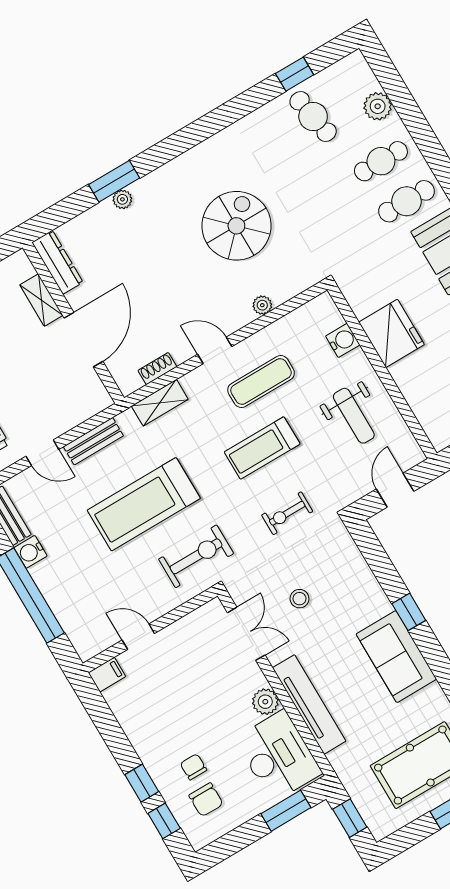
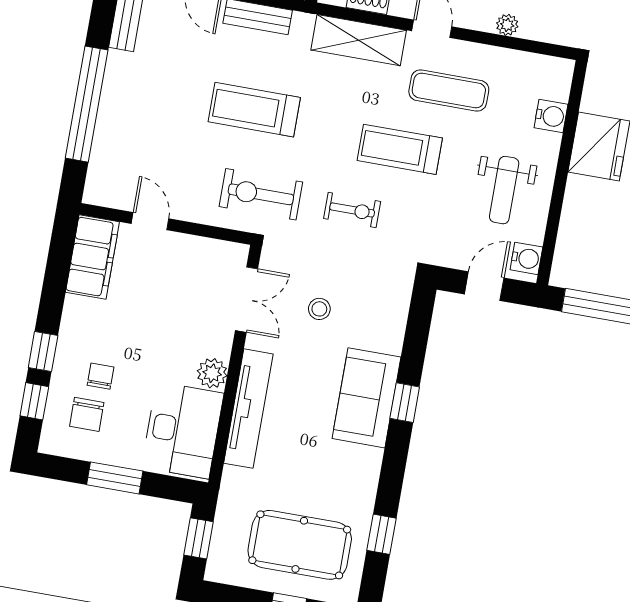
shelving: (160, 403) -> (359, 40), width x1.50, depth x1.33
treadmill: (144, 504) -> (254, 110), width x0.73, depth x0.73
exercise bike: (287, 513) -> (352, 210), moved, turned 180
water cooler: (30, 552) -> (526, 258), moved, turned 180
exercise bike: (196, 556) -> (261, 194), turned 180
sofa: (396, 657) -> (366, 398), moved
filing cabinet: (107, 675) -> (92, 257), width x3.00, depth x1.17
window: (286, 811) -> (115, 478), moved

